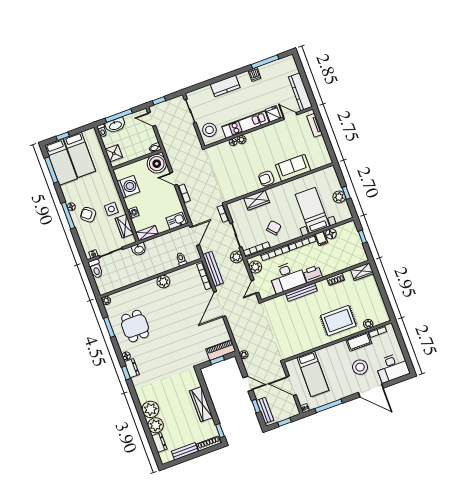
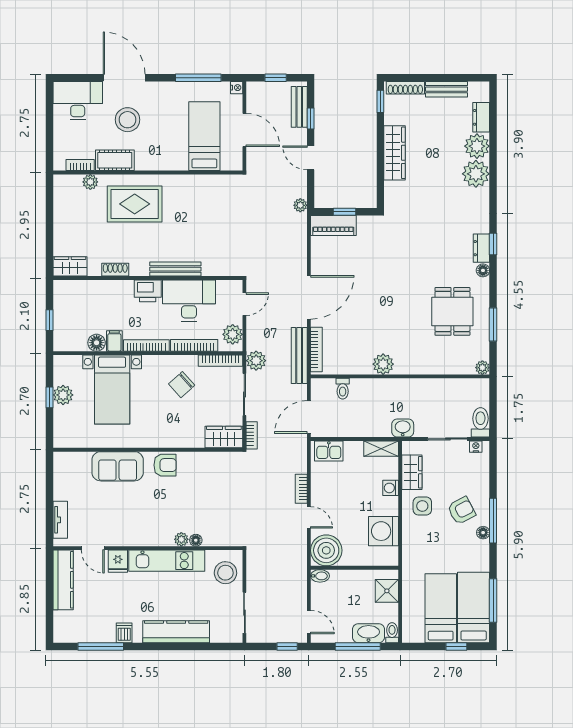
kitchen counter: (225, 86) -> (176, 632), width x1.50
wardrobe: (257, 200) -> (224, 437), moved
armchair: (88, 215) -> (461, 510), turned -67

